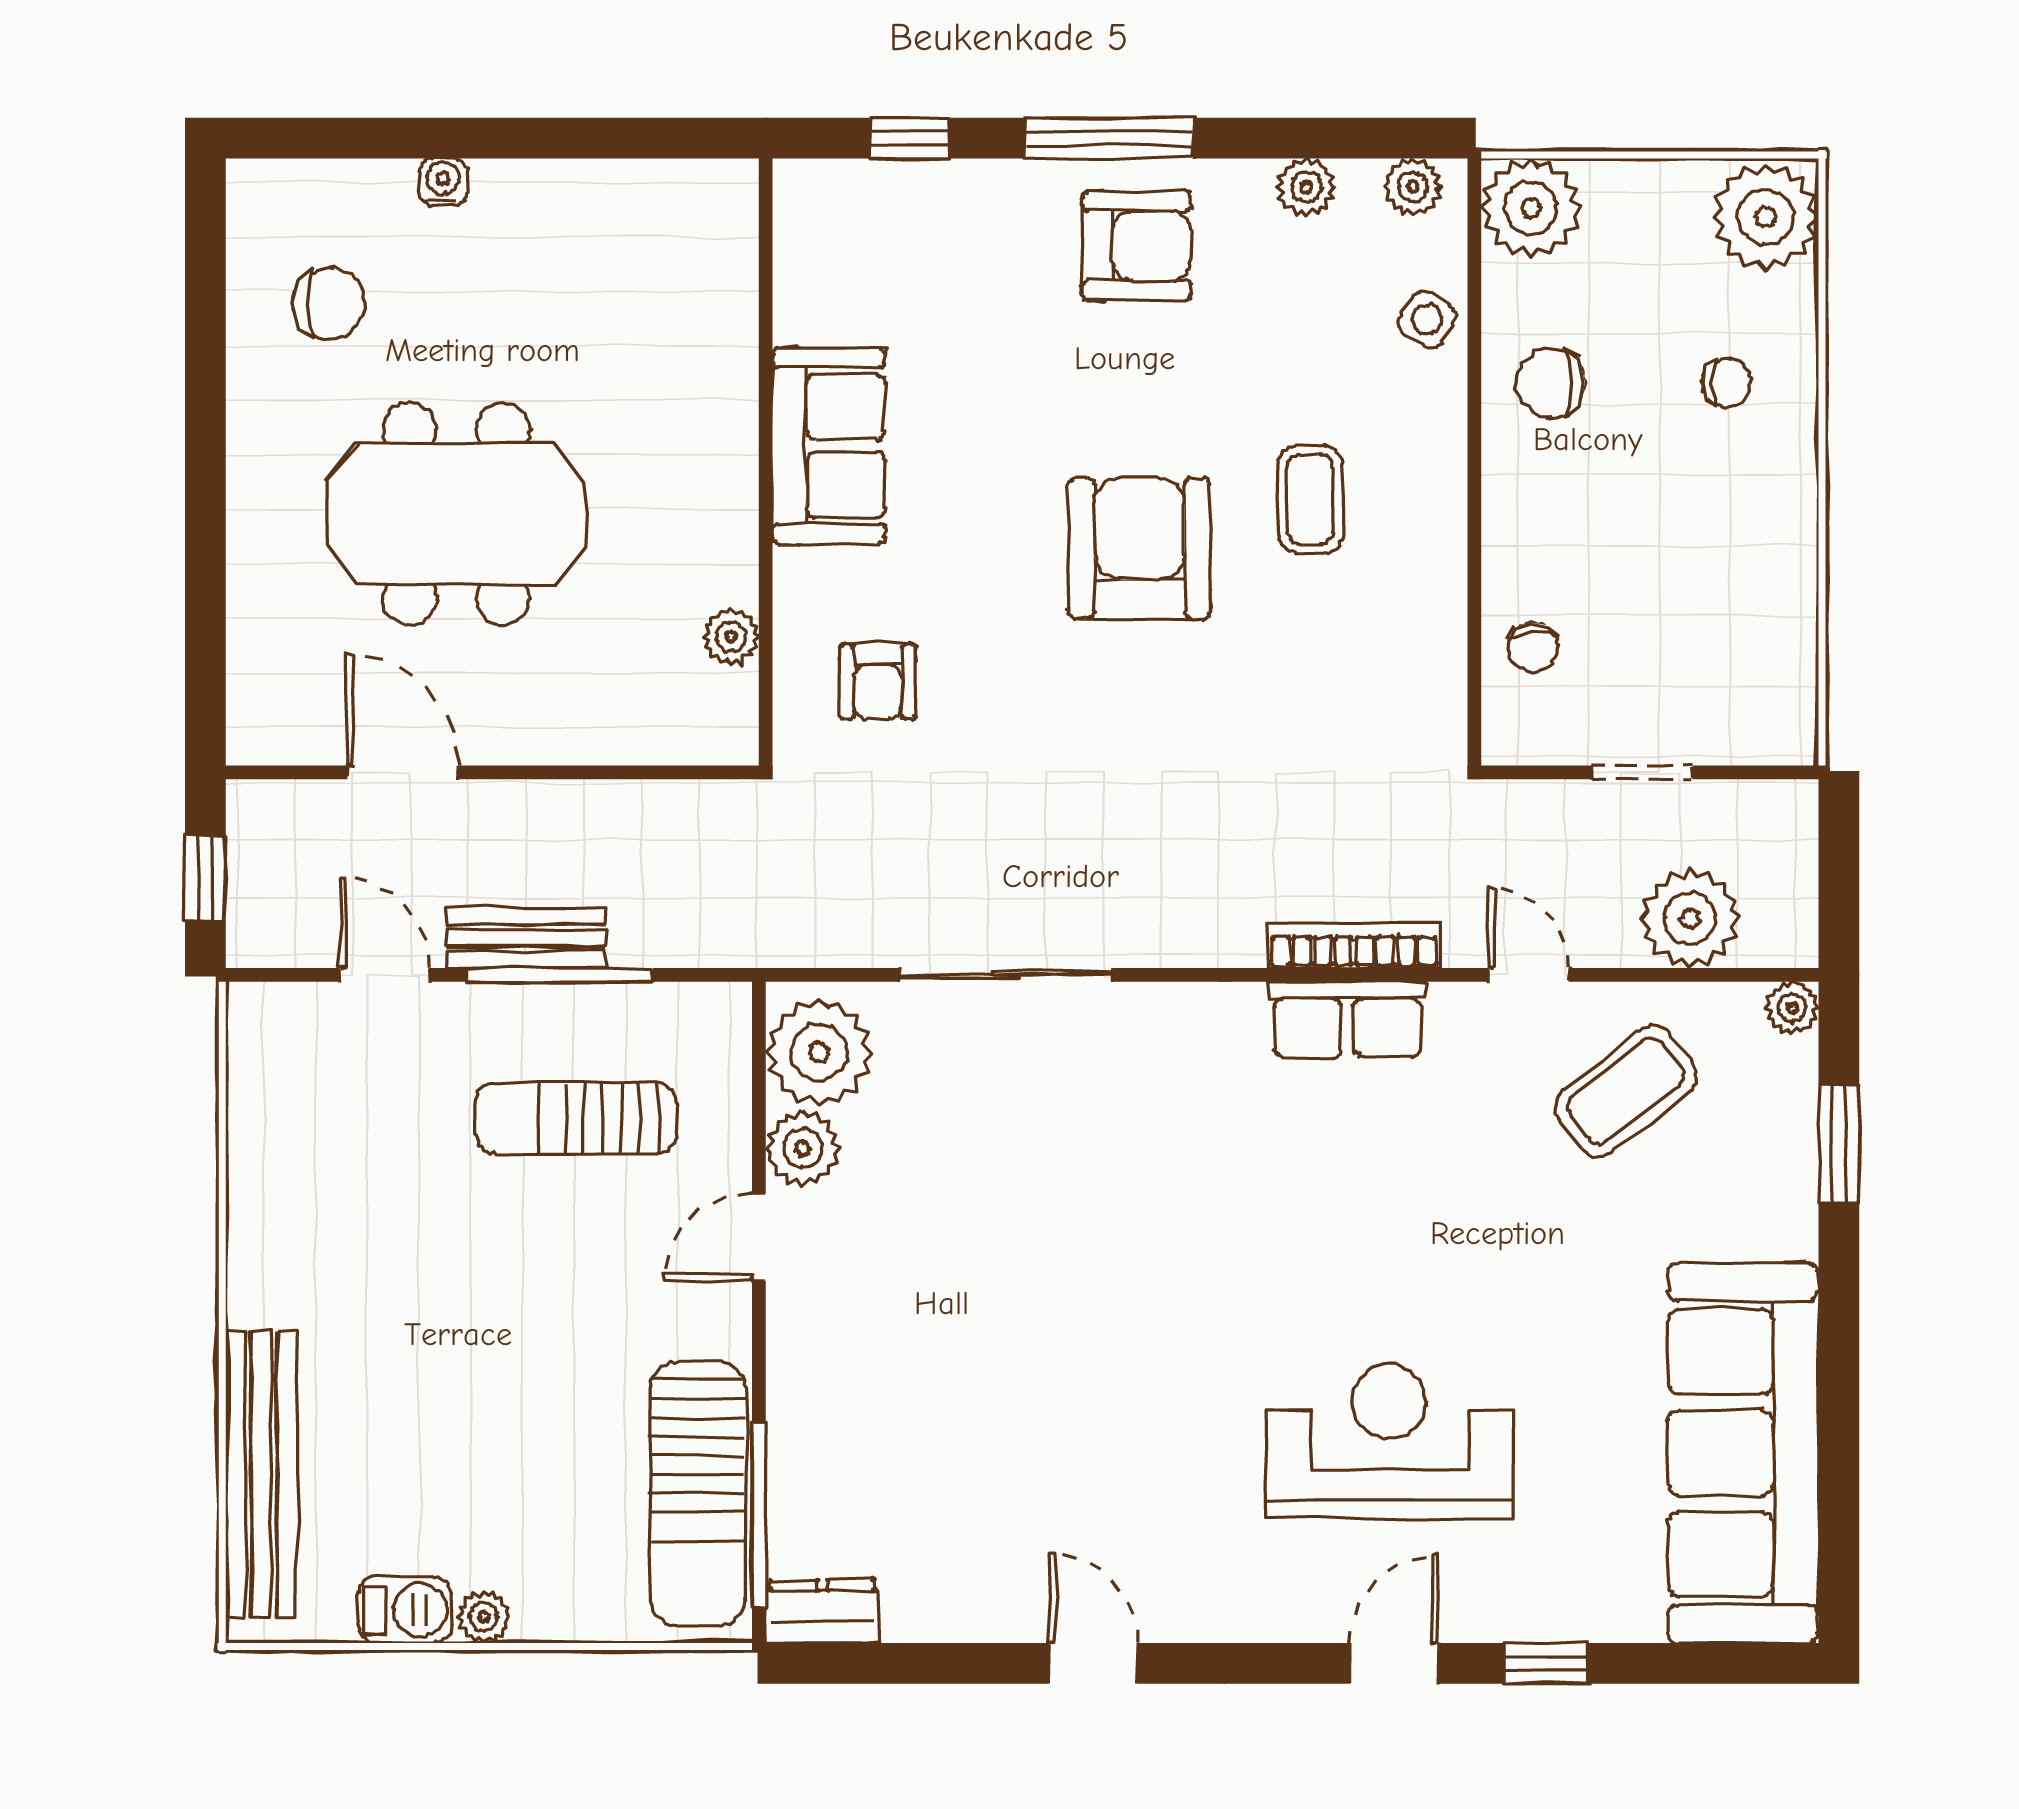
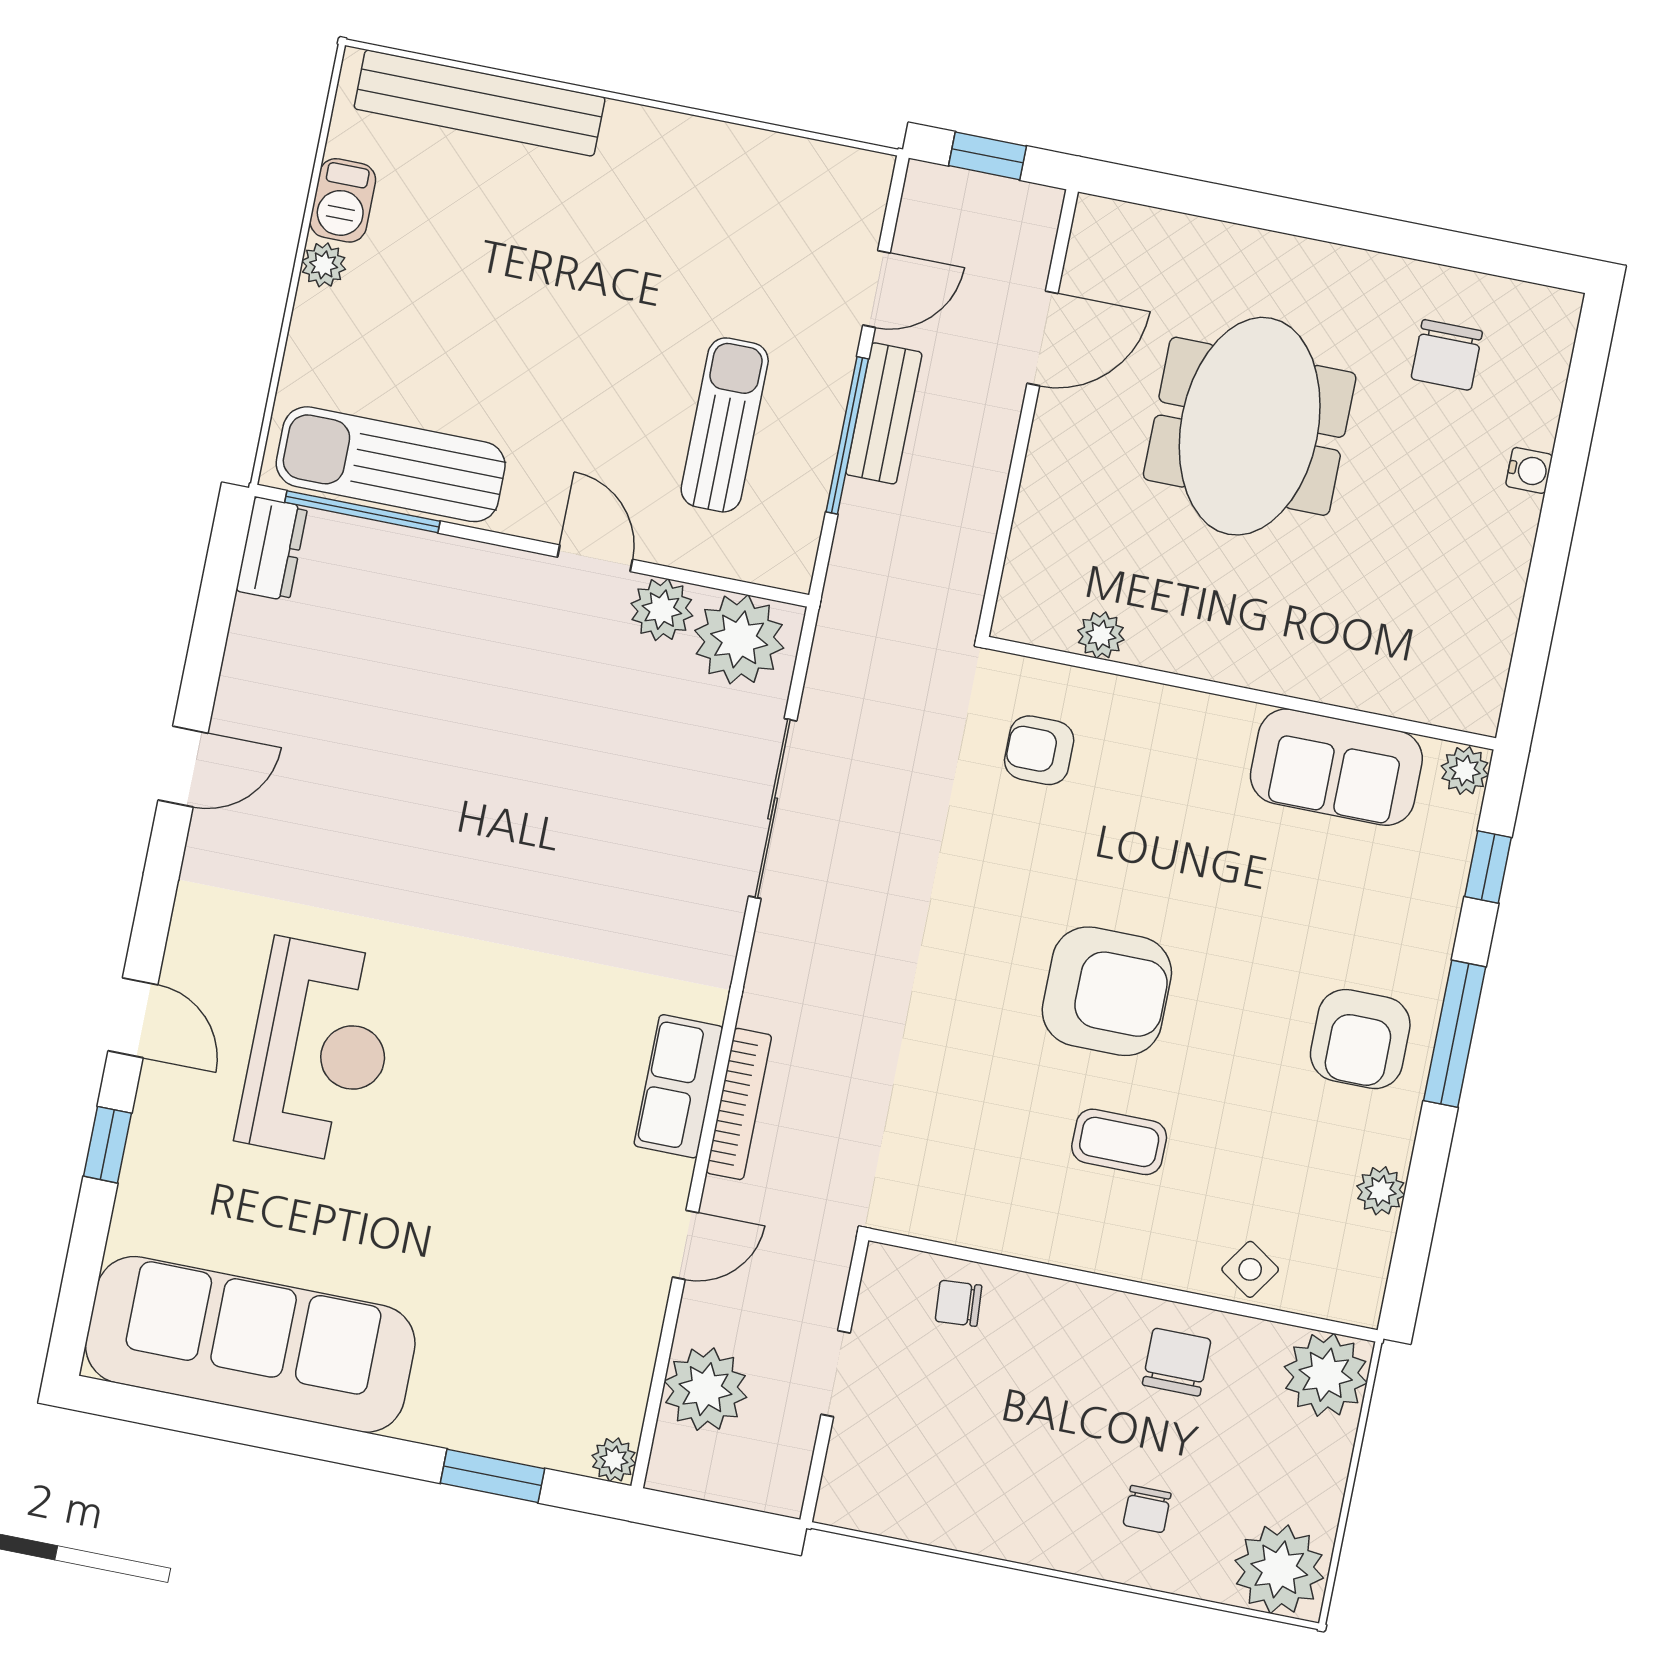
plant: (1413, 187) -> (1465, 771), moved
sofa: (829, 446) -> (1336, 767), moved
coffee table: (1626, 1091) -> (572, 1307), removed

